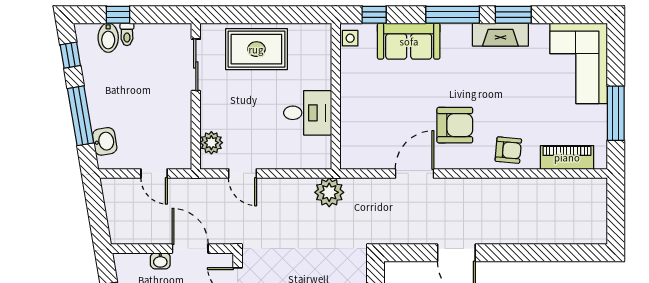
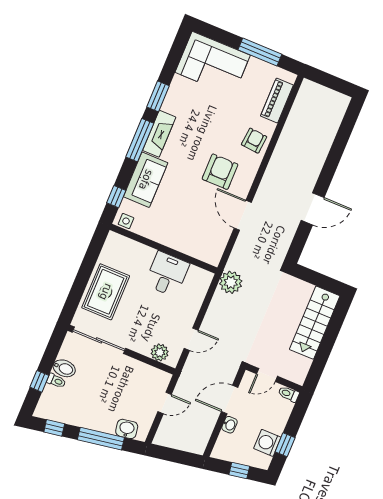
fireplace: (500, 35) -> (159, 134), moved
bidet: (108, 38) -> (64, 368), moved
sliding door: (196, 65) -> (99, 340), width x1.37

